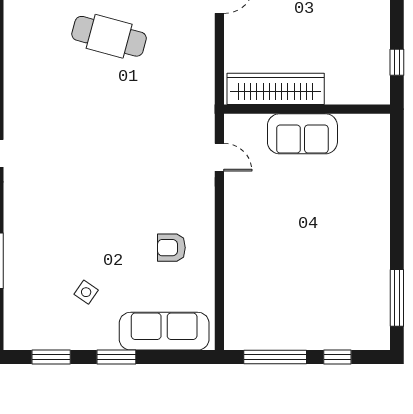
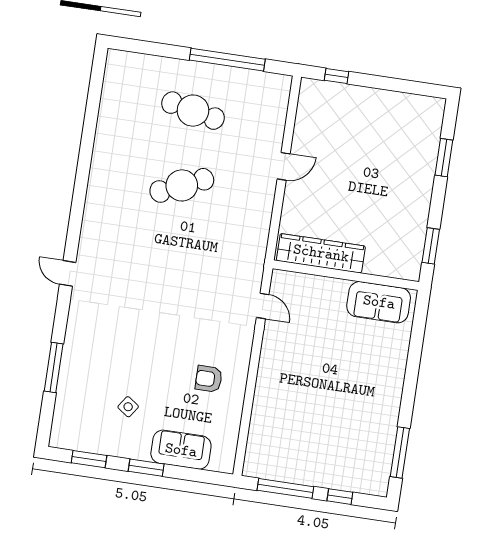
cafe table: (109, 36) -> (182, 185), turned -39
window: (397, 62) -> (431, 246), width x1.50
sofa: (302, 134) -> (379, 302), moved
sofa: (164, 331) -> (181, 450), width x0.73

